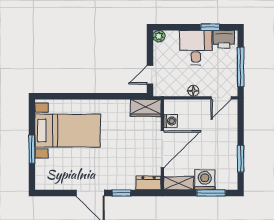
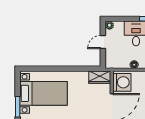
door: (150, 75) -> (103, 42), moved
washing machine: (170, 121) -> (122, 82), width x1.89, depth x1.89

